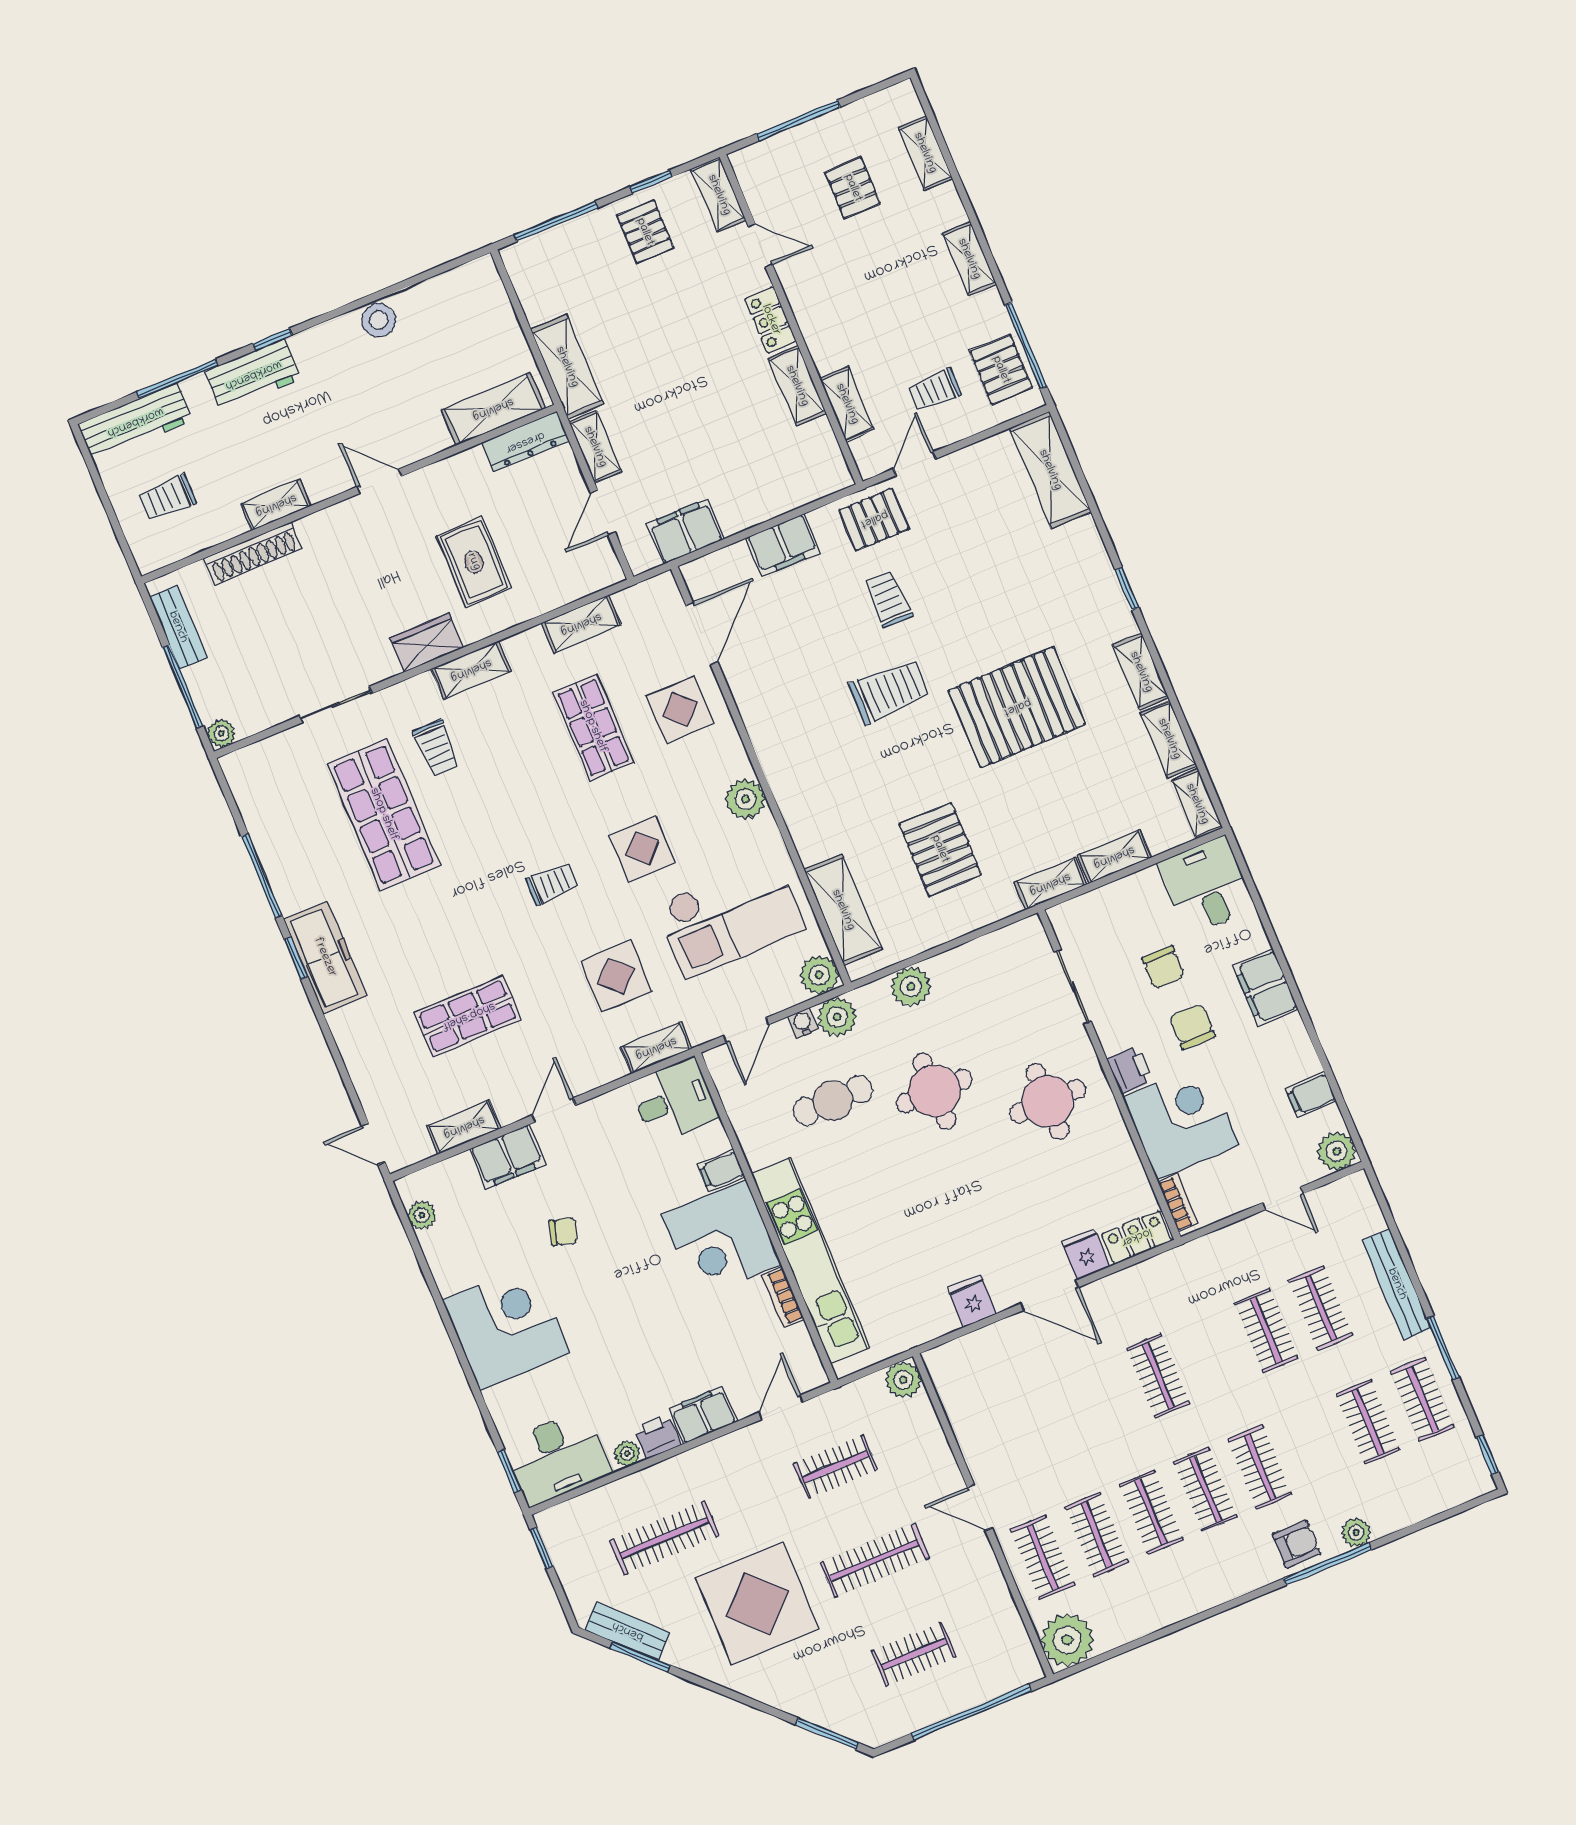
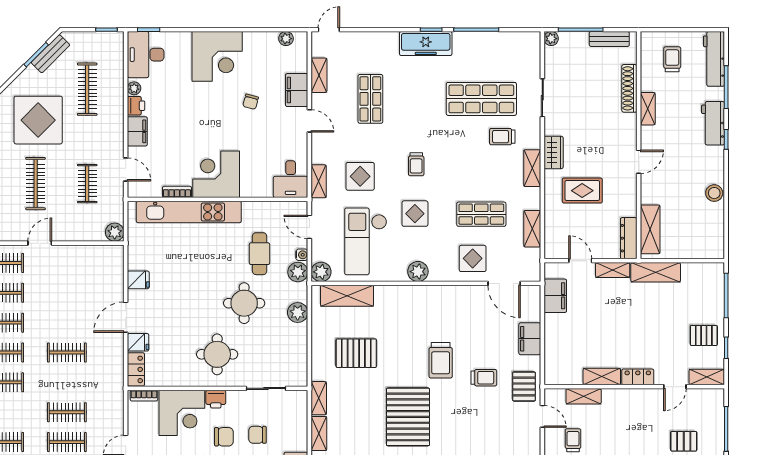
filing cabinet: (721, 1171) -> (248, 188), removed

